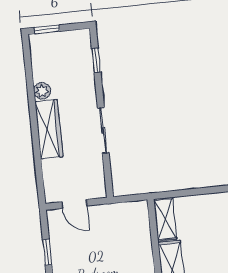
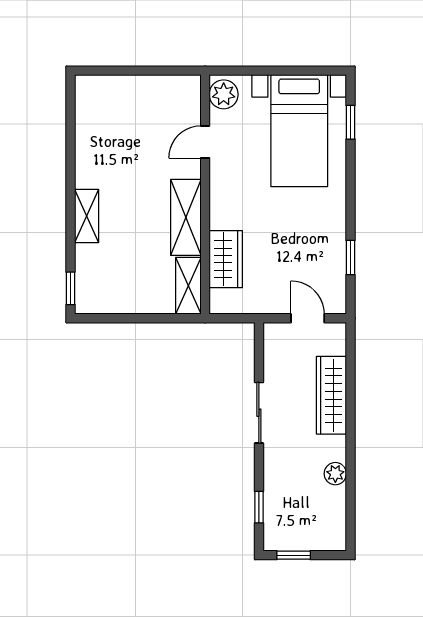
window: (47, 29) -> (294, 555), moved
wardrobe: (49, 129) -> (331, 395), moved
wardrobe: (139, 242) -> (226, 259), added

